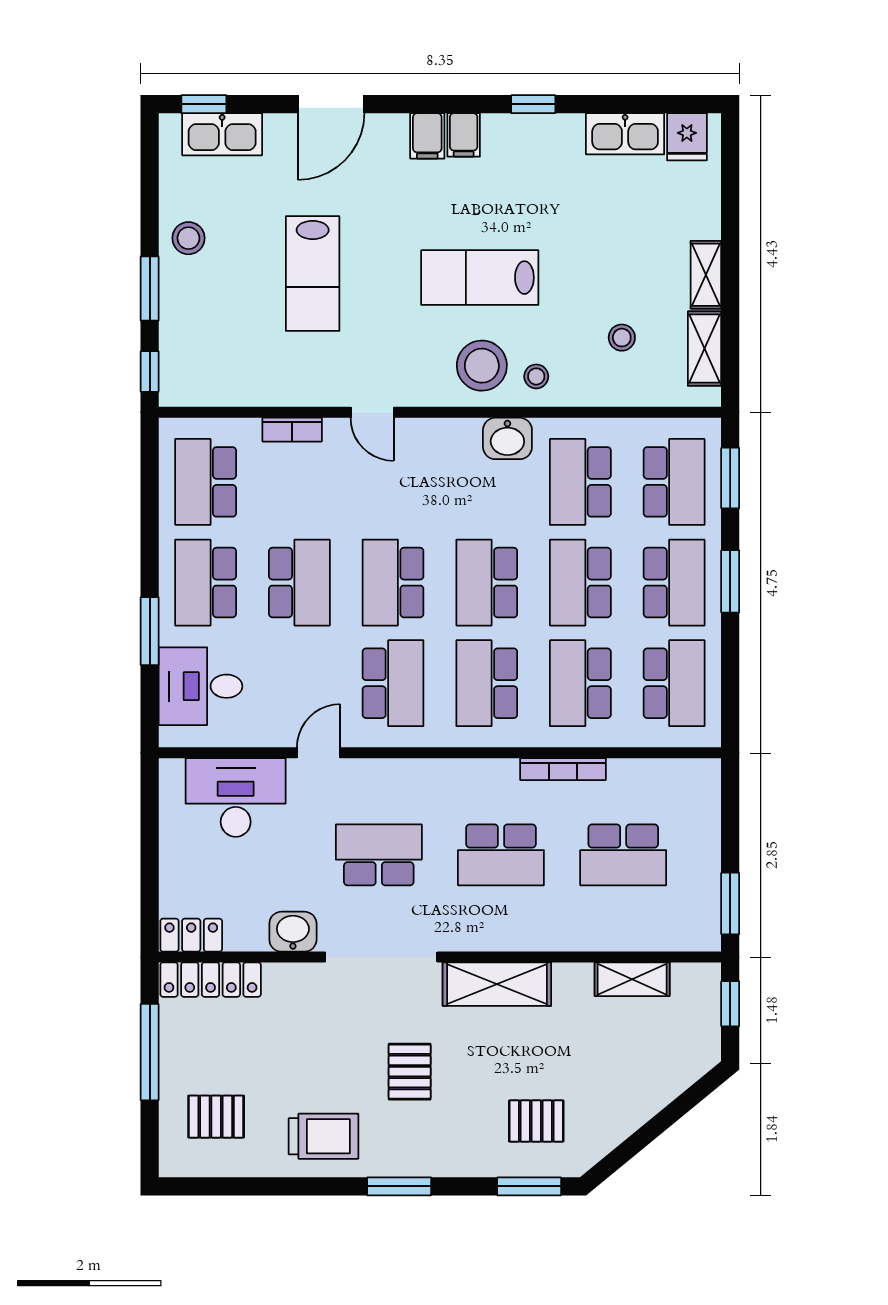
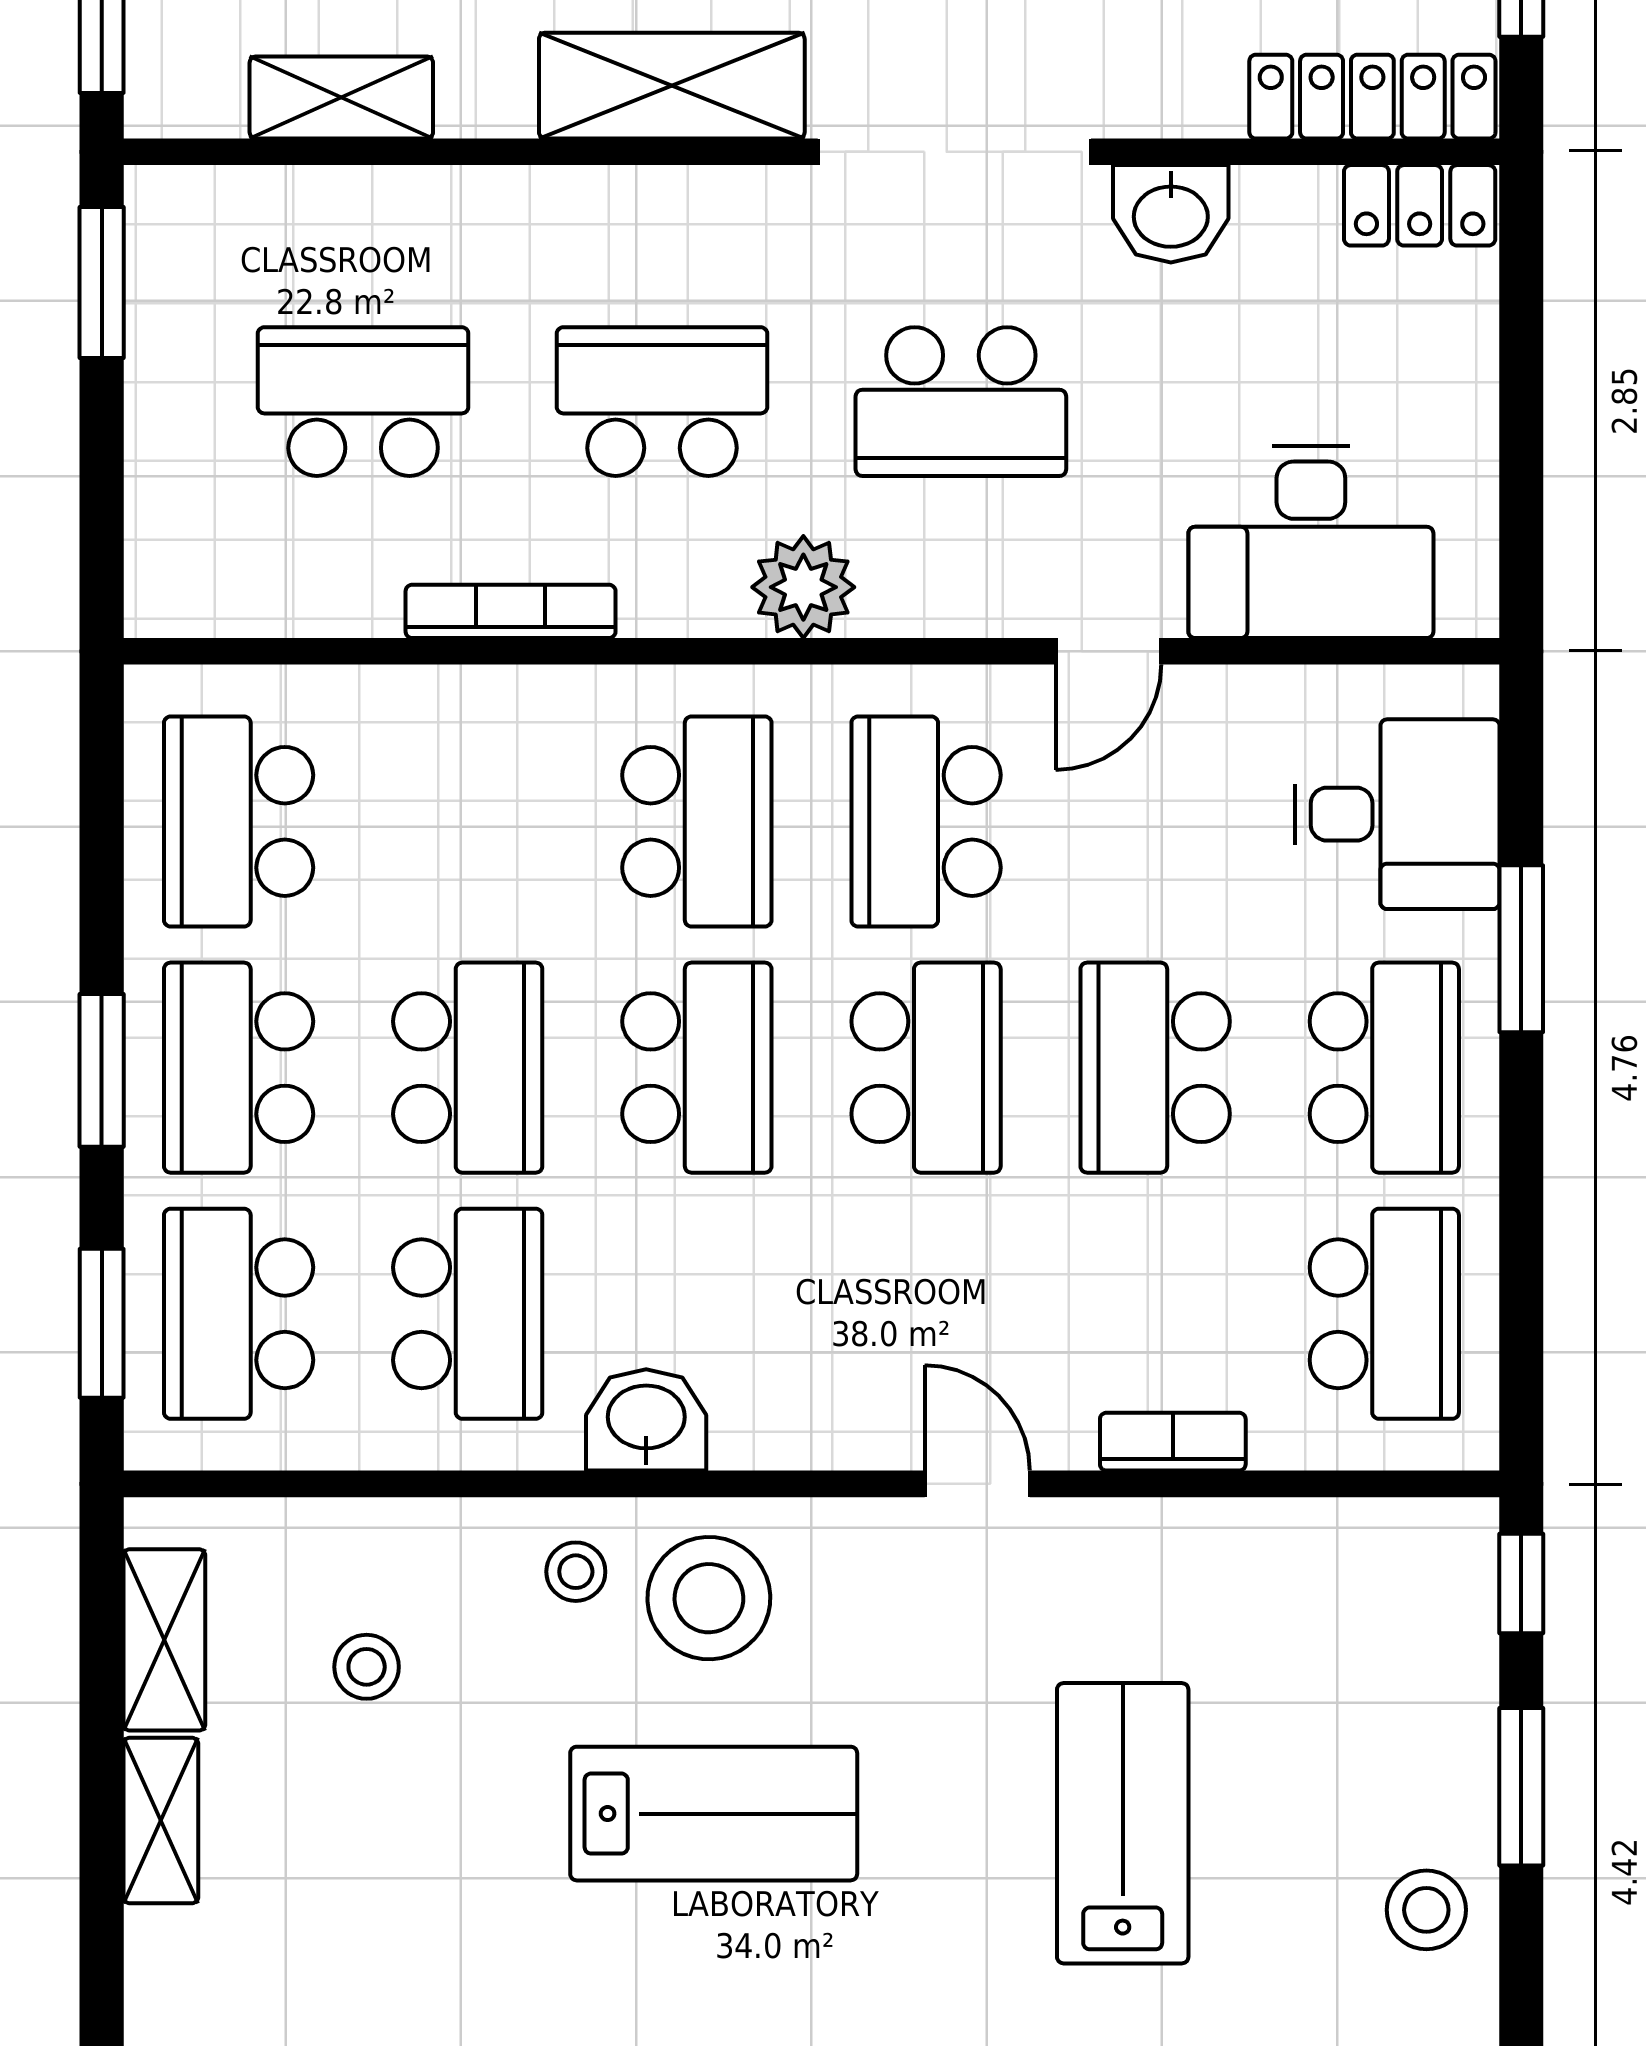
school desk: (580, 683) -> (468, 821), removed
plant: (443, 779) -> (803, 587), added

